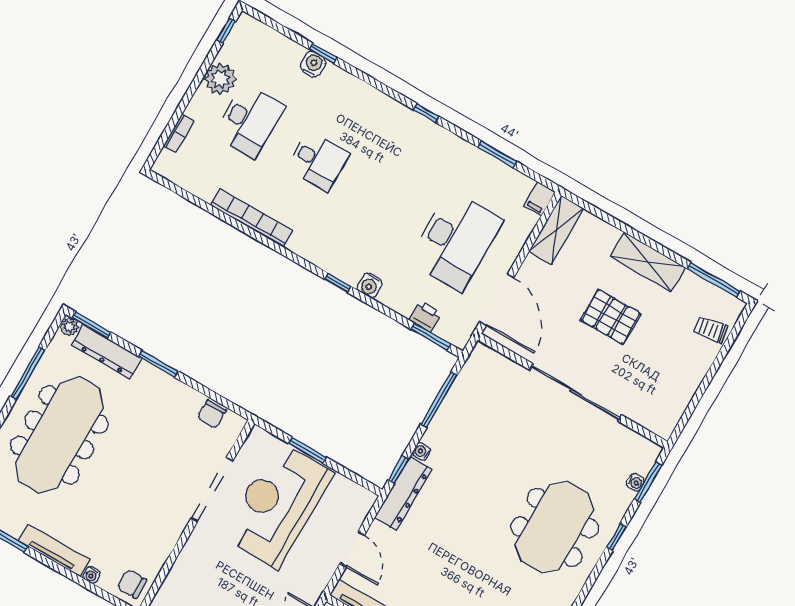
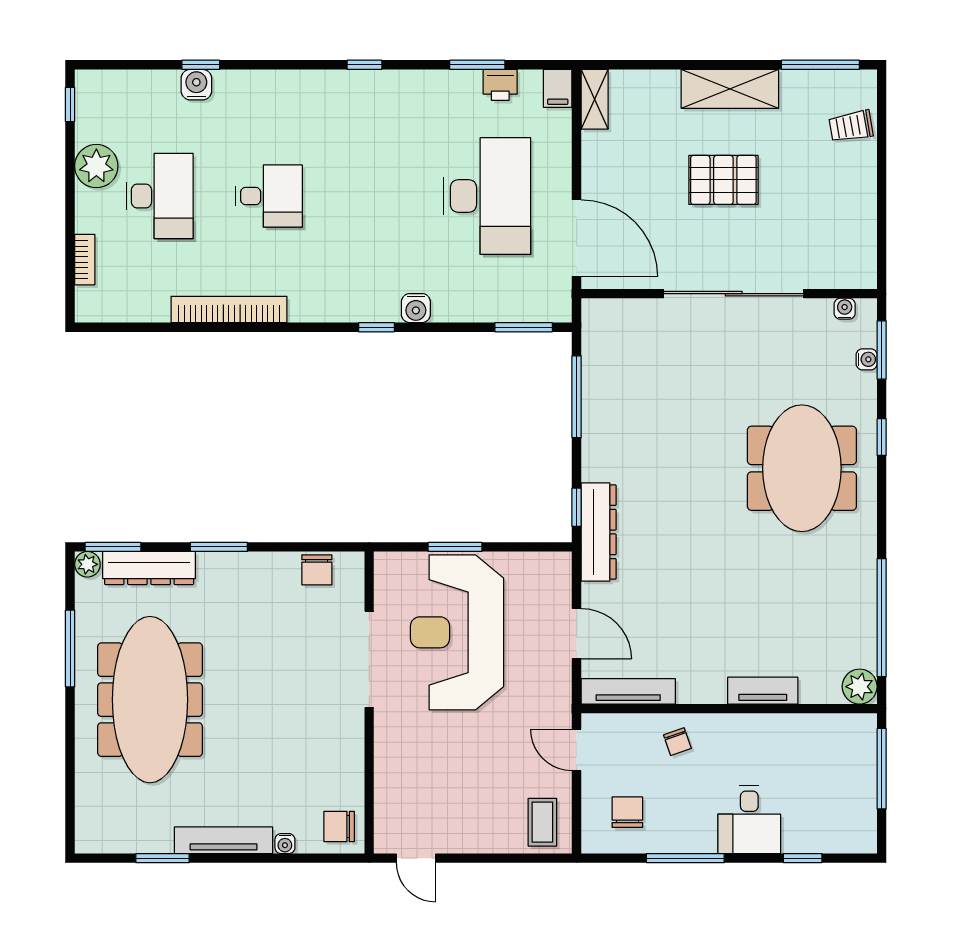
shelving: (556, 230) -> (595, 99), width x0.67, depth x0.75
printer: (425, 317) -> (500, 85), moved, turned 180
water cooler: (421, 452) -> (845, 309), moved, turned 90

